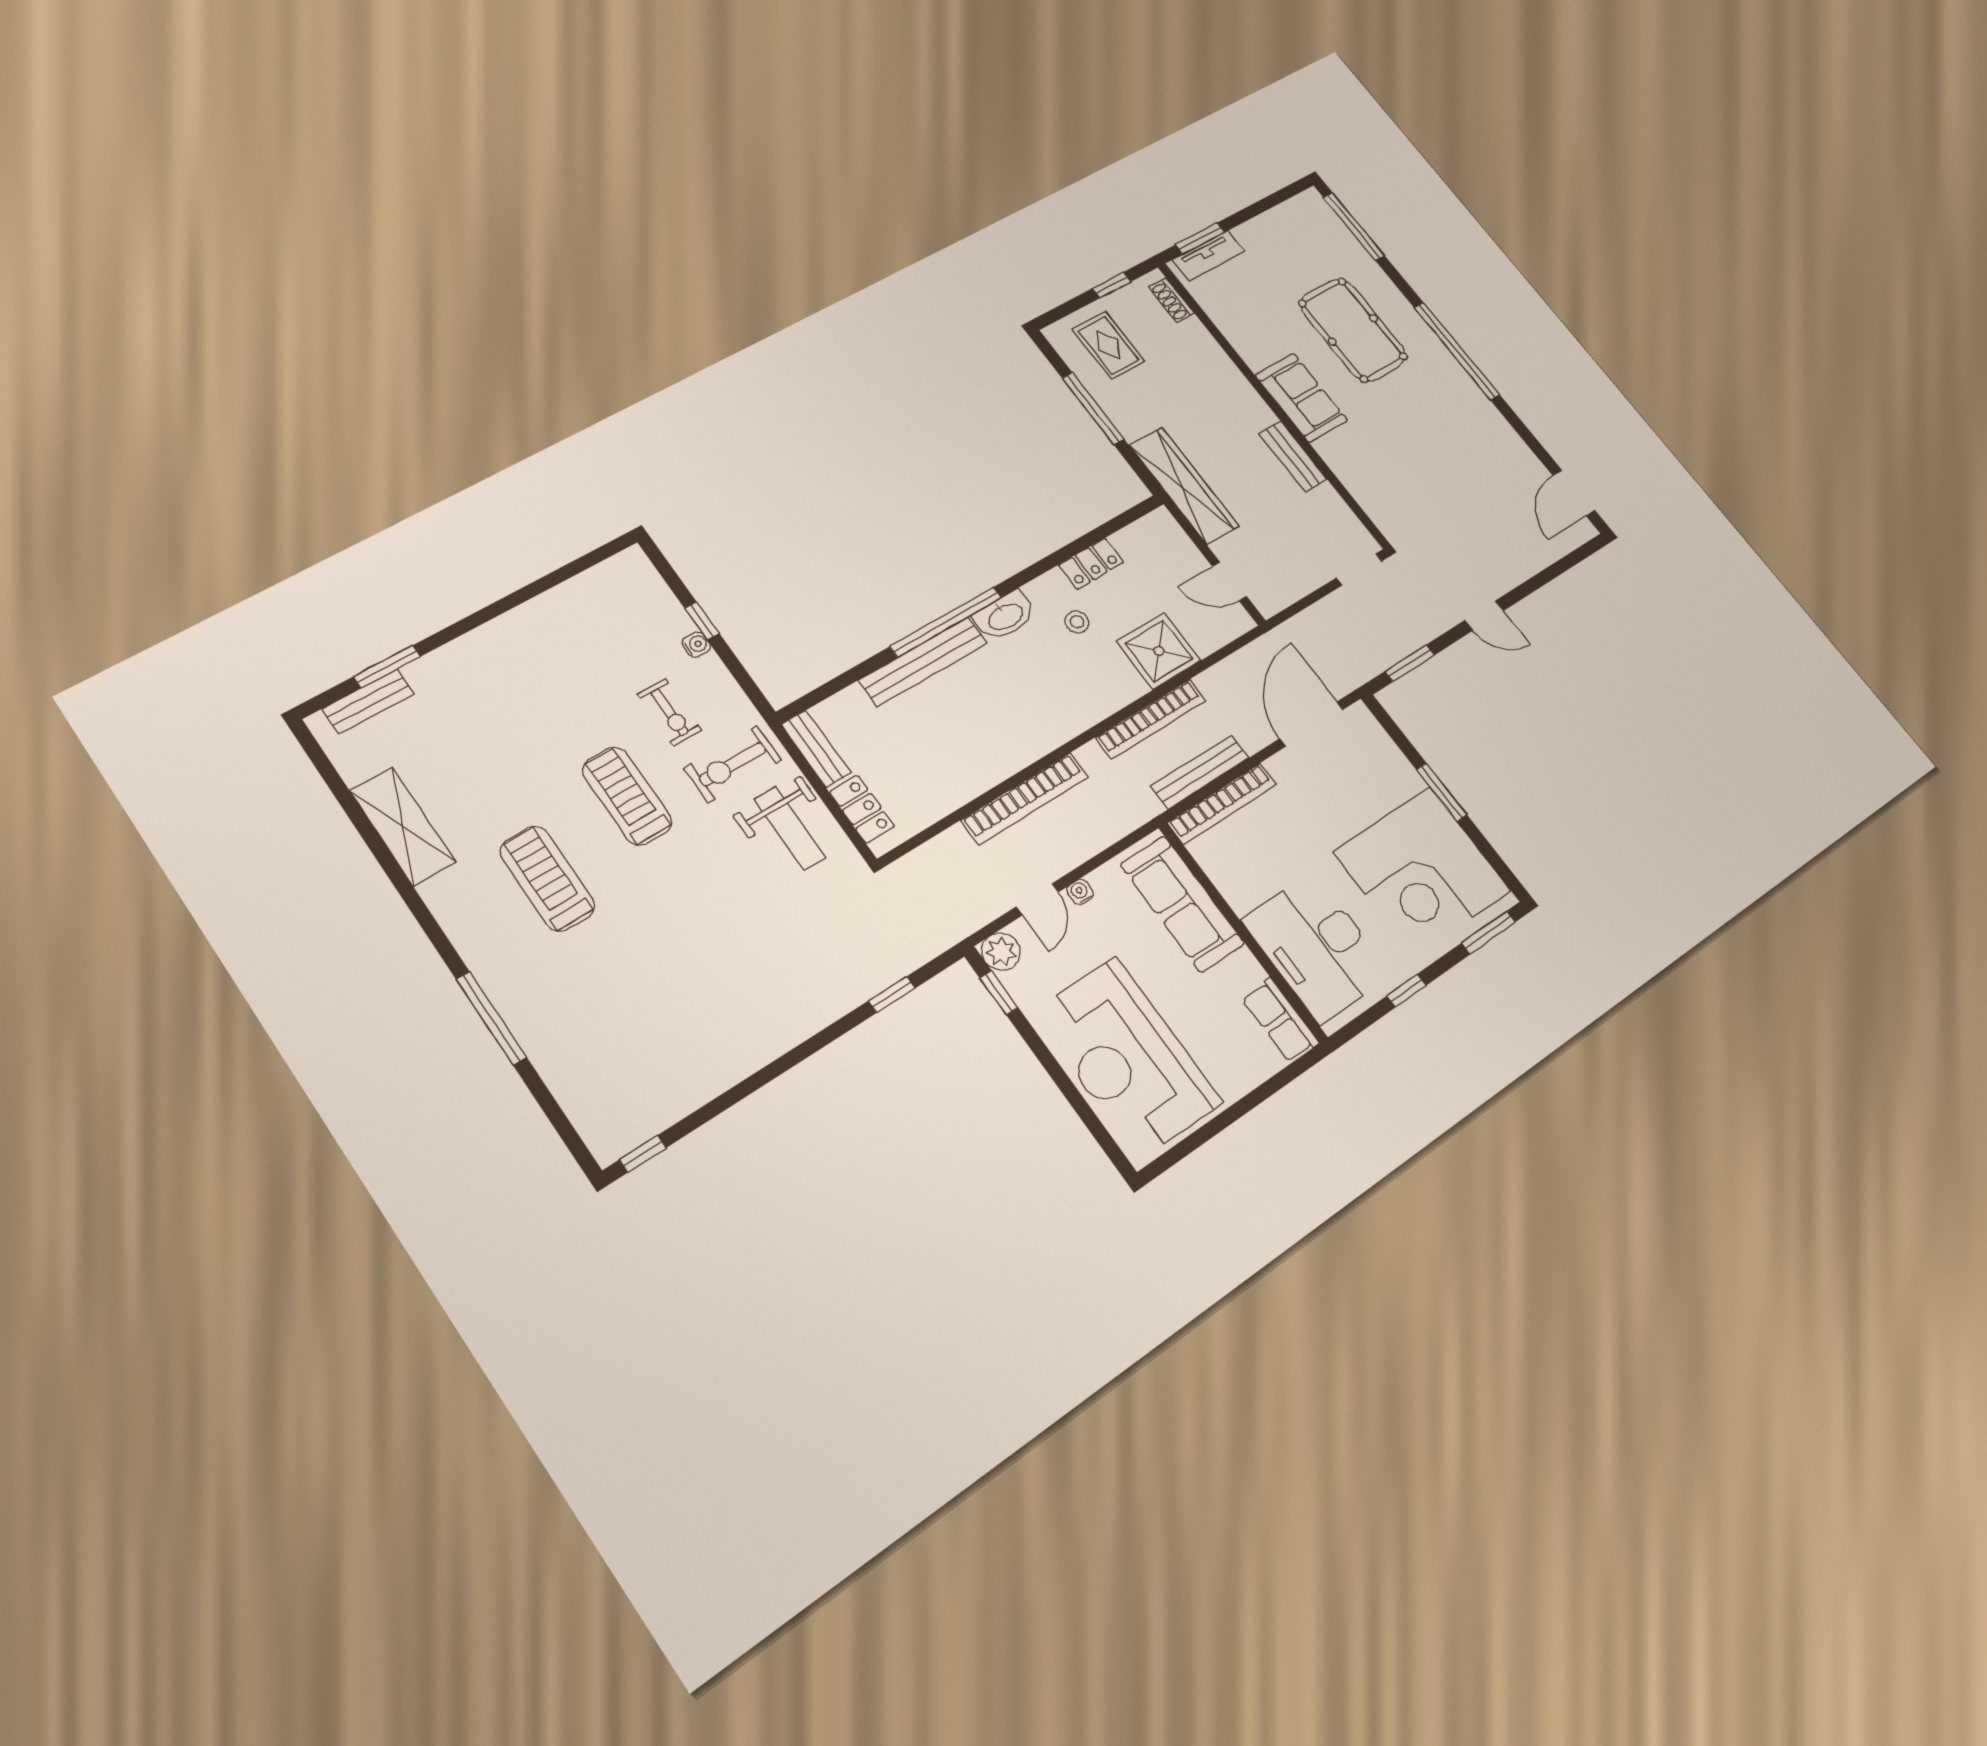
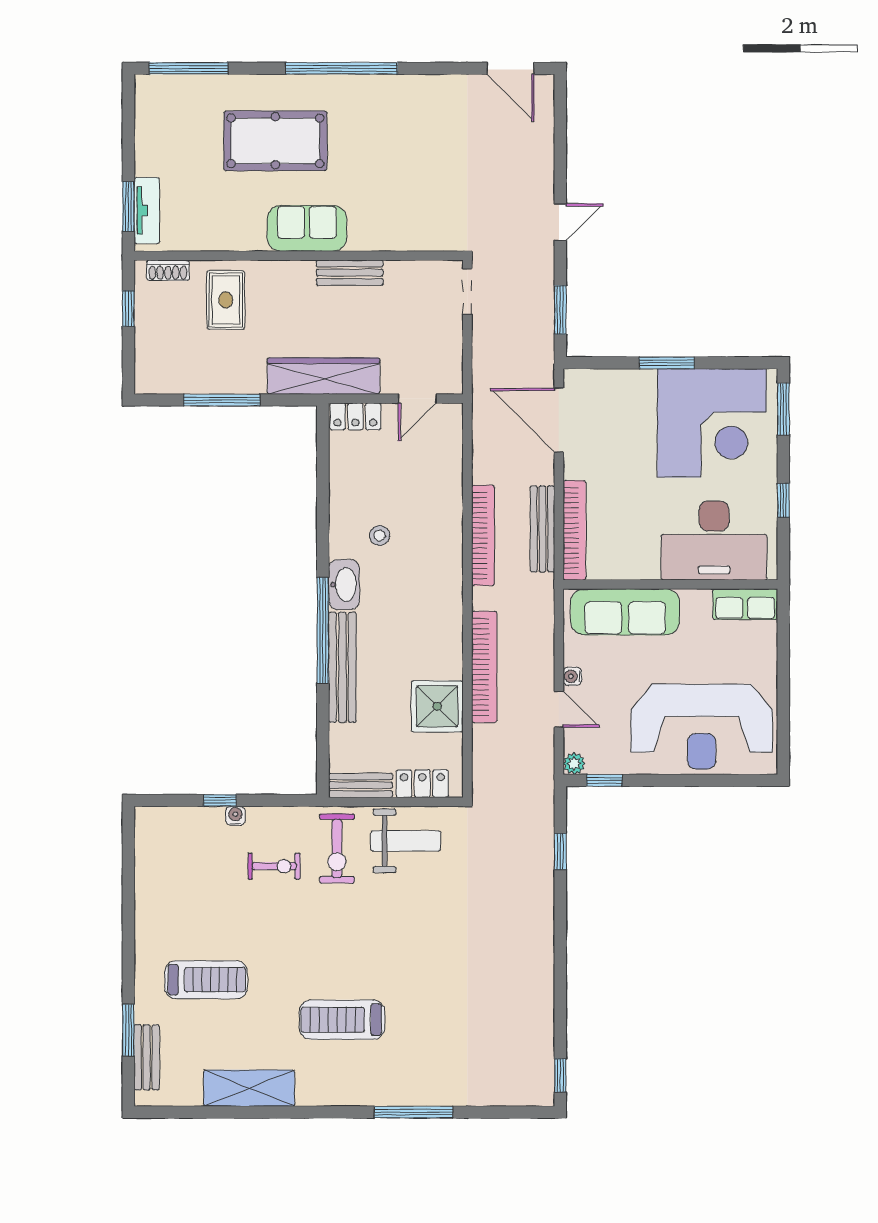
rug: (1108, 345) -> (226, 300), moved, turned 90
locker: (1091, 564) -> (355, 416), moved, turned 90
shower: (1159, 651) -> (437, 706), moved
treadmill: (627, 796) -> (206, 980), moved, turned 180
plant: (1001, 952) -> (574, 764), width x0.73, depth x0.73

